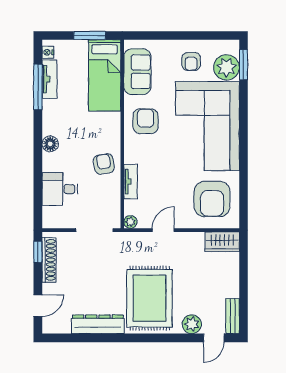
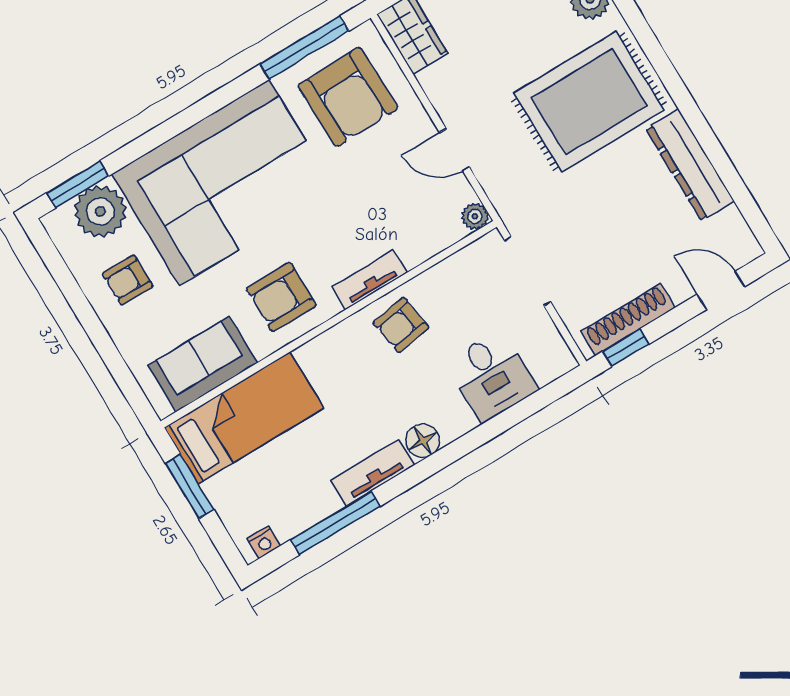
armchair: (191, 61) -> (128, 280), turned 180
tv unit: (49, 79) -> (373, 473), moved
tv unit: (131, 182) -> (369, 280), moved
window: (243, 193) -> (304, 48), added
armchair: (212, 199) -> (348, 97), turned 89

